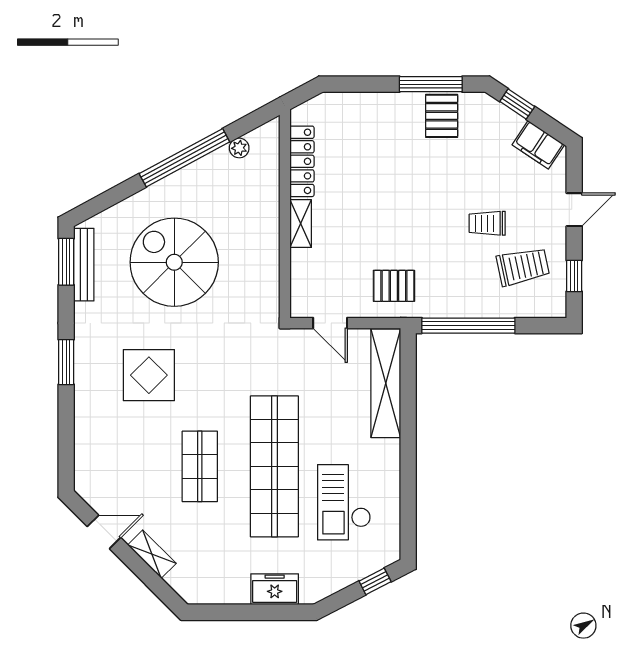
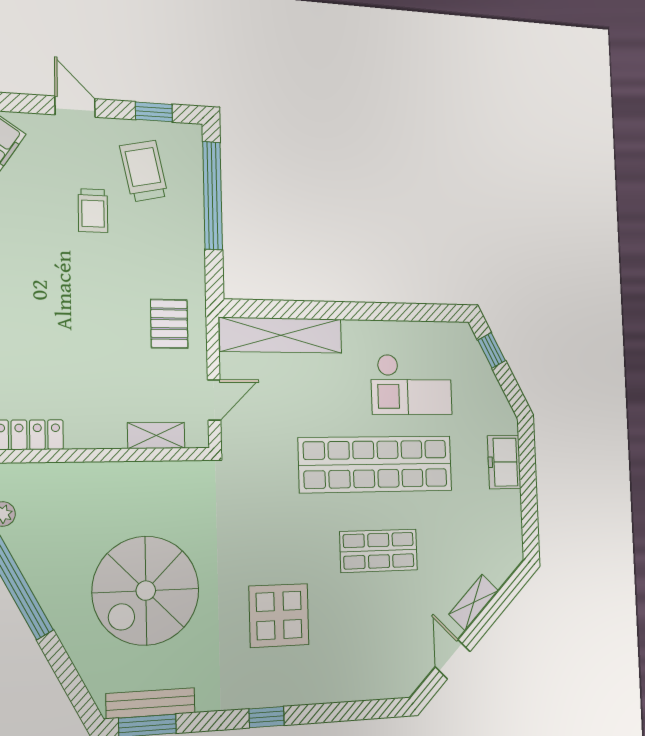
shelving: (301, 224) -> (156, 435), moved
window: (468, 326) -> (213, 196), moved
window: (66, 362) -> (267, 717), width x0.67

